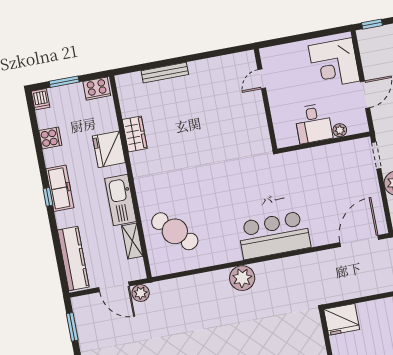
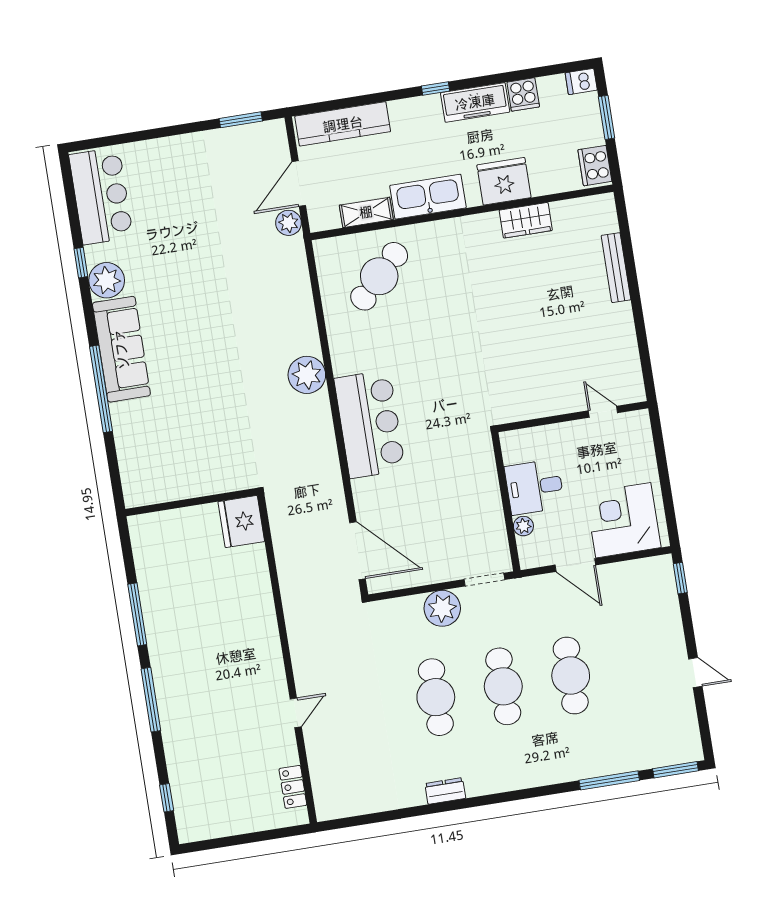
freezer: (60, 188) -> (475, 102), moved

